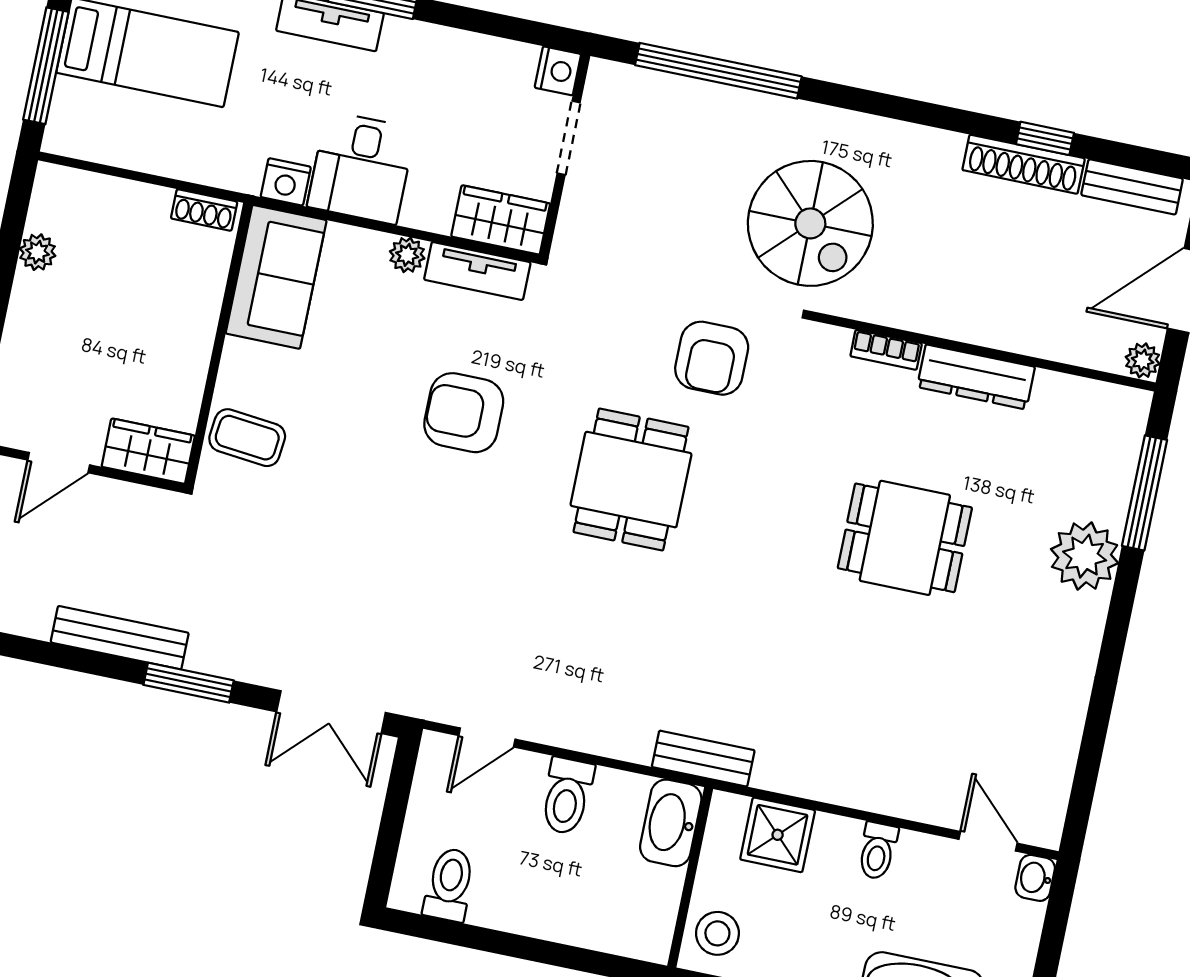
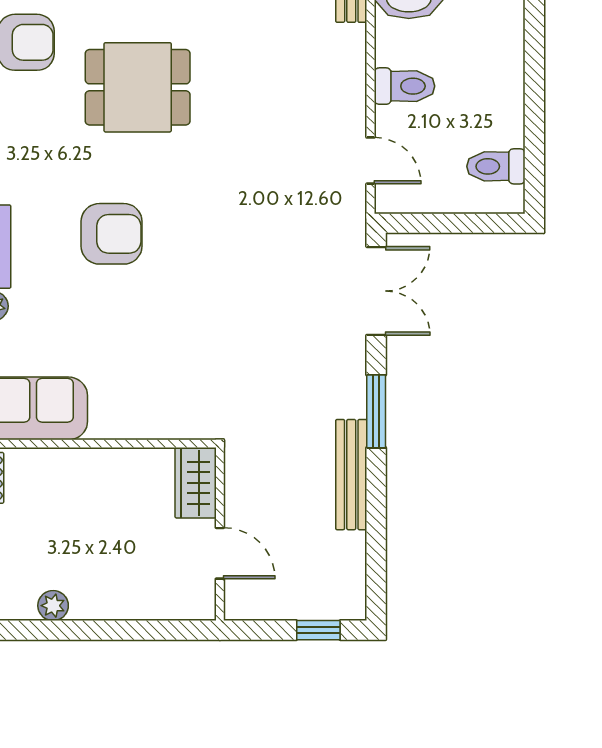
armchair: (464, 413) -> (112, 234), turned -90
coffee table: (247, 438) -> (168, 405), removed

